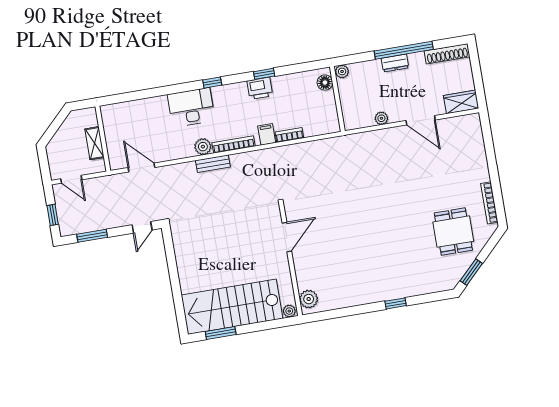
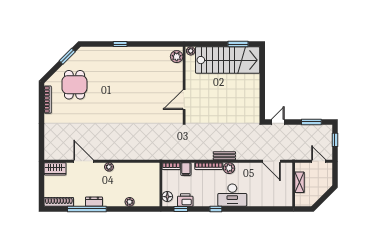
floor lamp: (325, 83) -> (167, 197), moved
wall: (337, 99) -> (161, 184), moved

